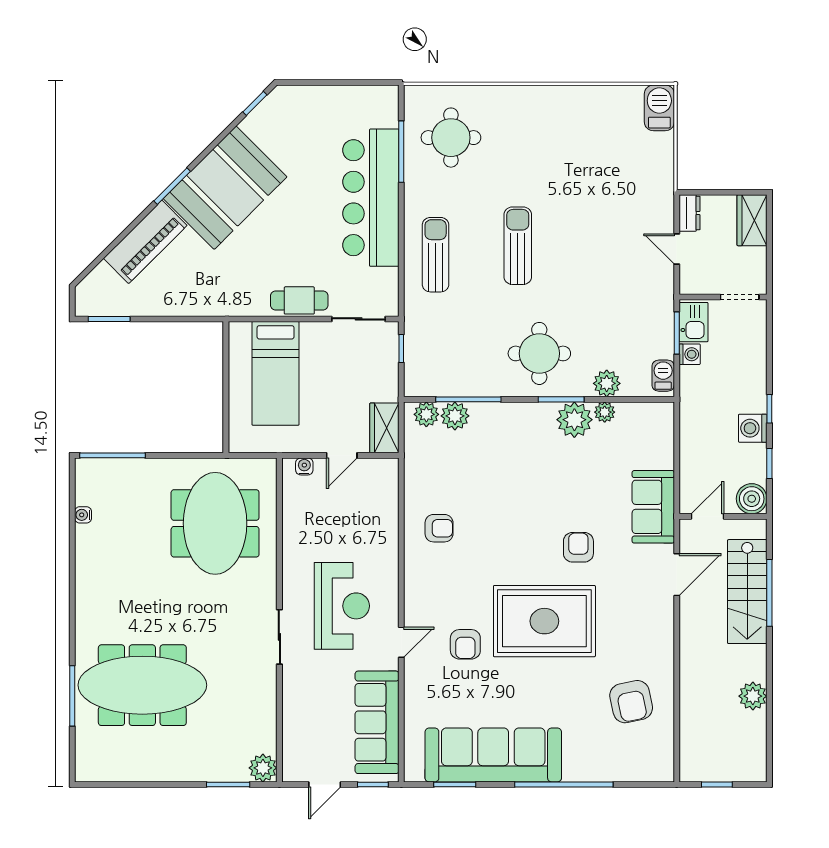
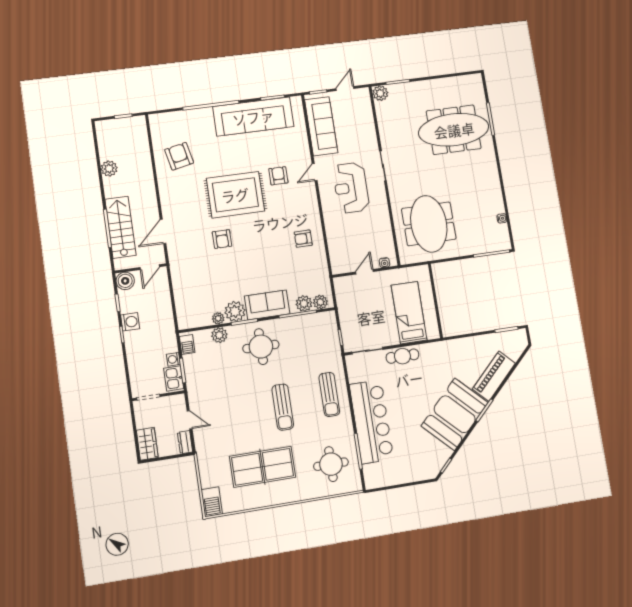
table tennis table: (567, 152) -> (263, 467), added
wardrobe: (384, 428) -> (343, 291), removed
sofa: (653, 507) -> (267, 305), moved, turned -90

